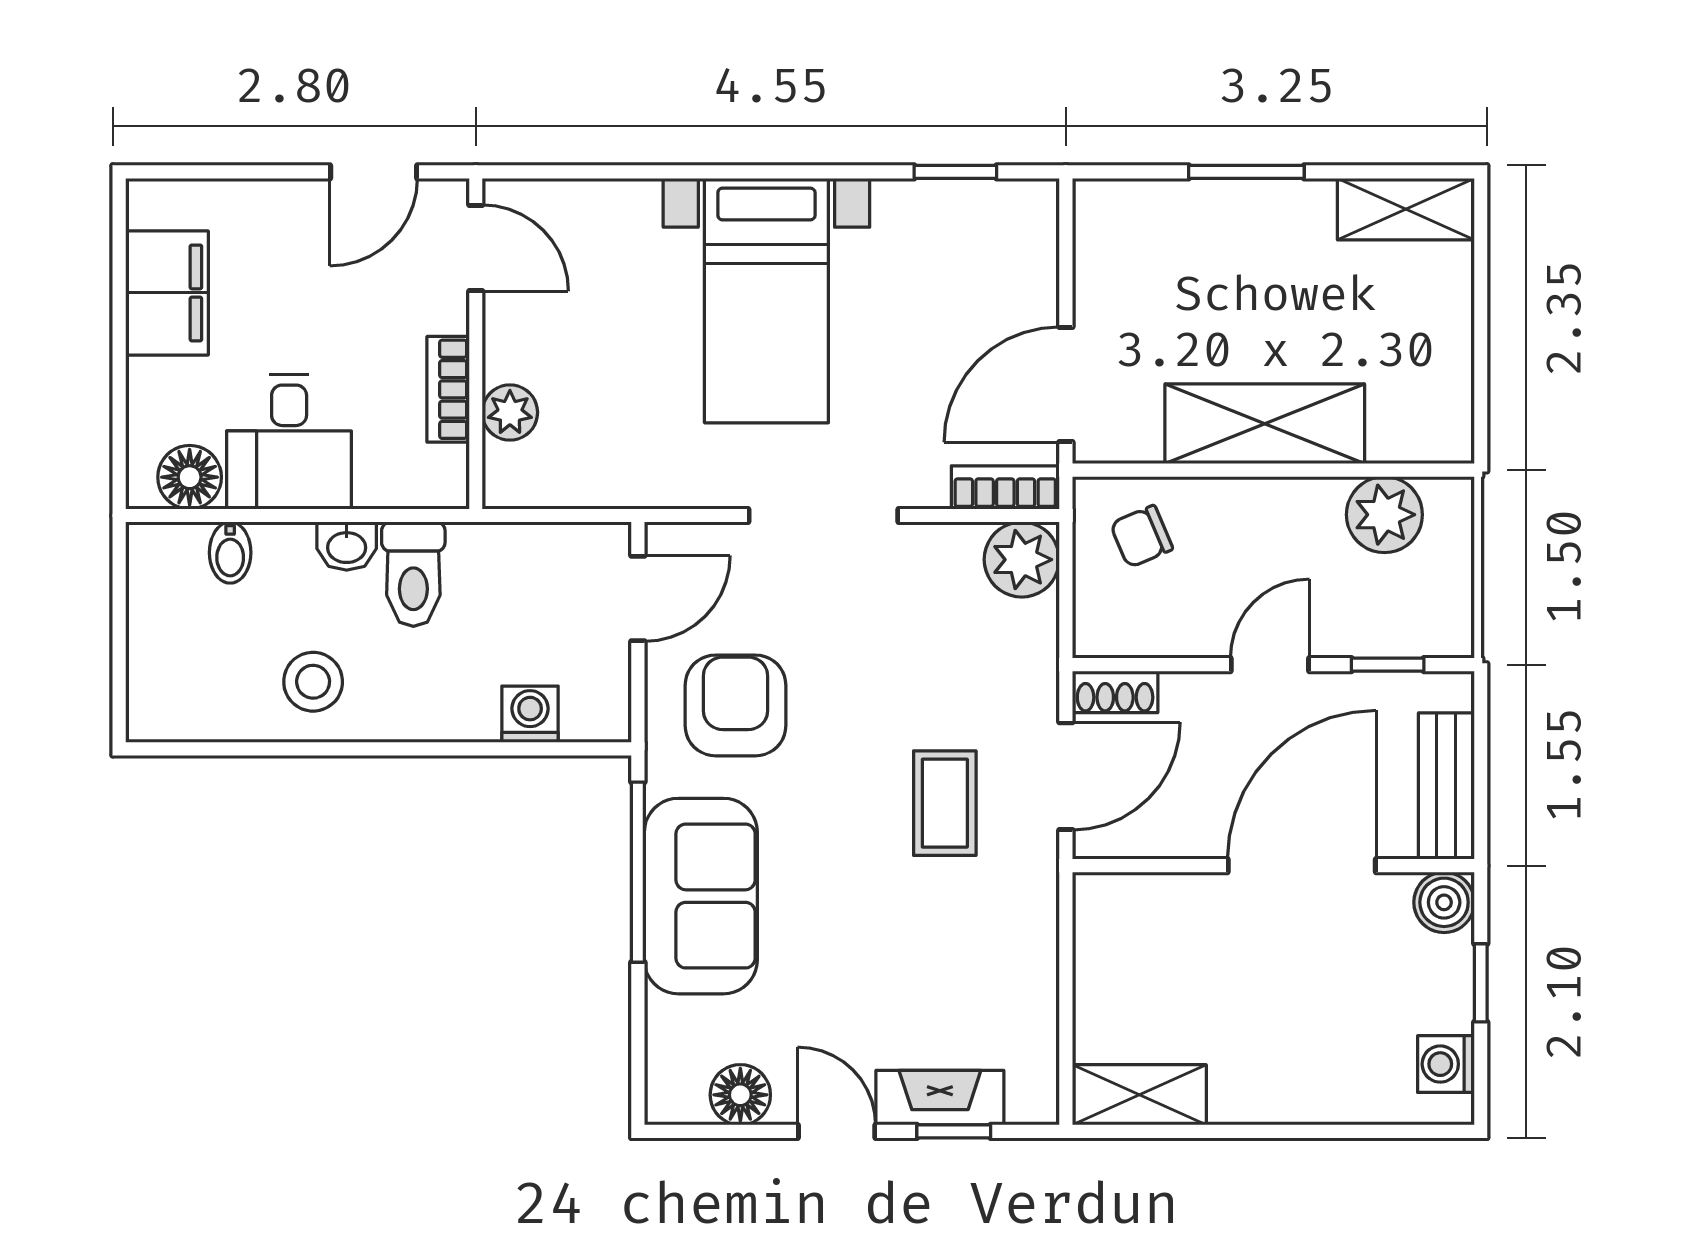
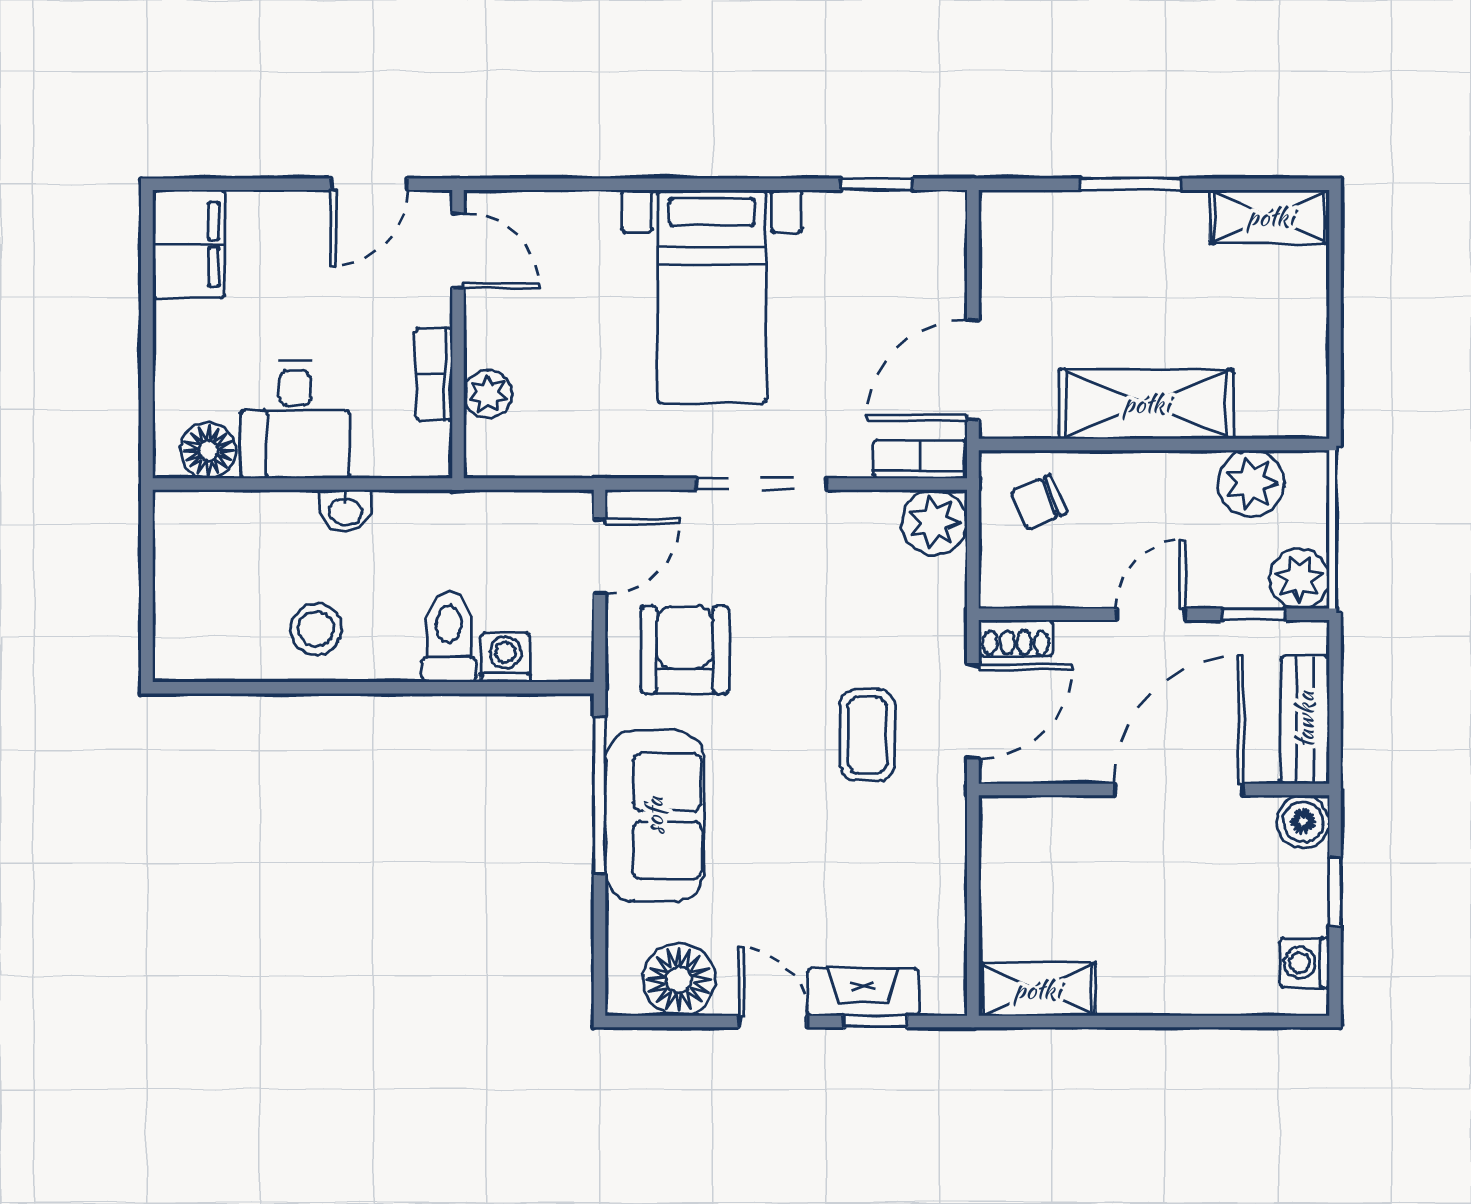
filing cabinet: (167, 293) -> (189, 244), moved
bidet: (230, 553) -> (244, 516), removed
toilet: (413, 574) -> (449, 637), moved, turned 180
plant: (1440, 624) -> (1299, 579), added
floor lamp: (740, 1095) -> (679, 980), width x1.38, depth x1.38

